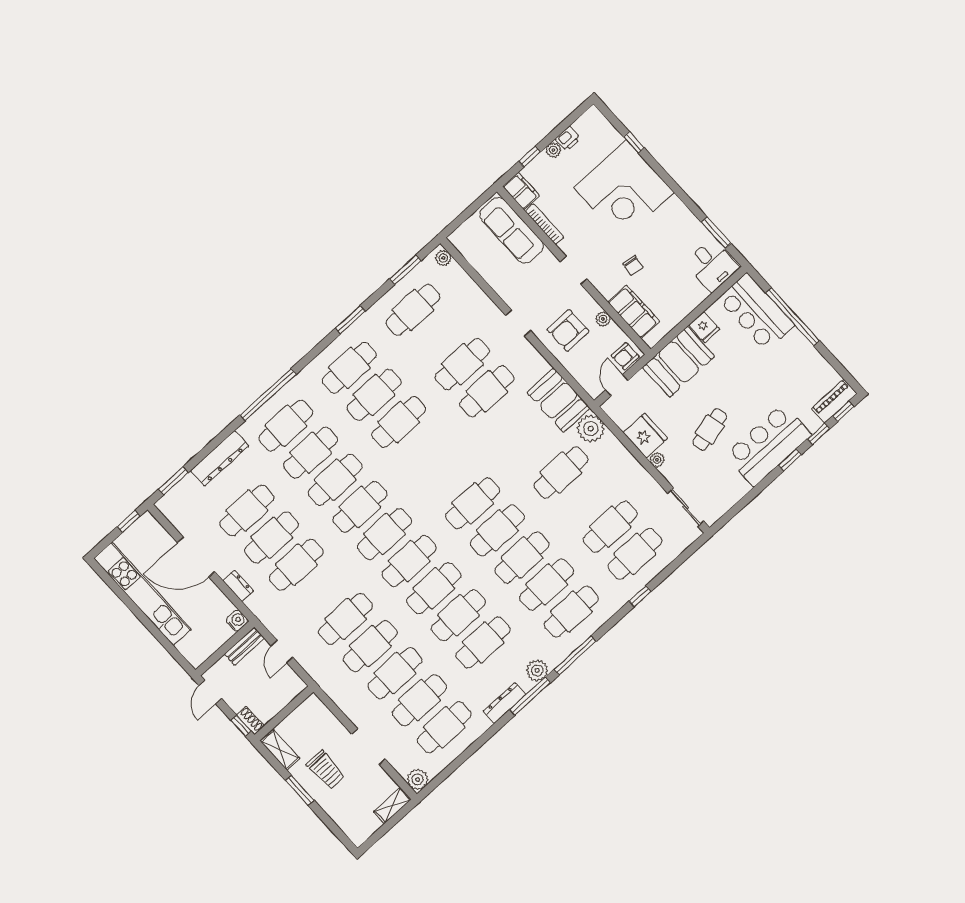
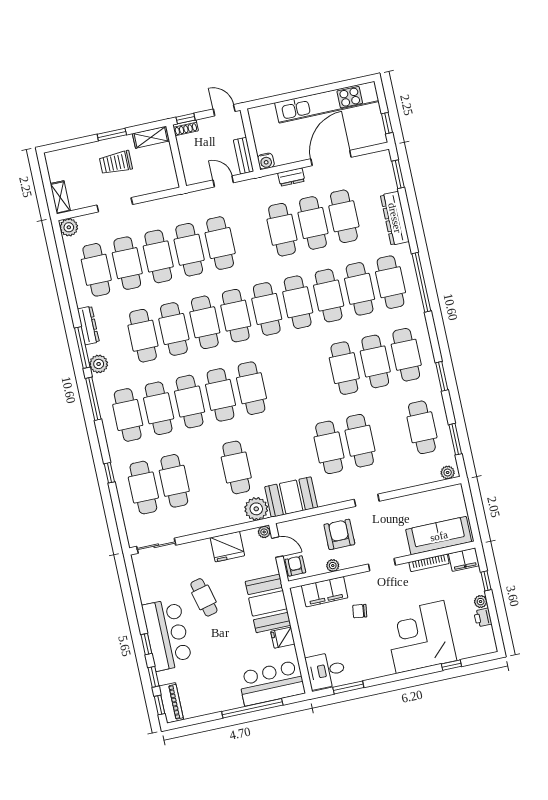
plant: (657, 460) -> (264, 532), moved

